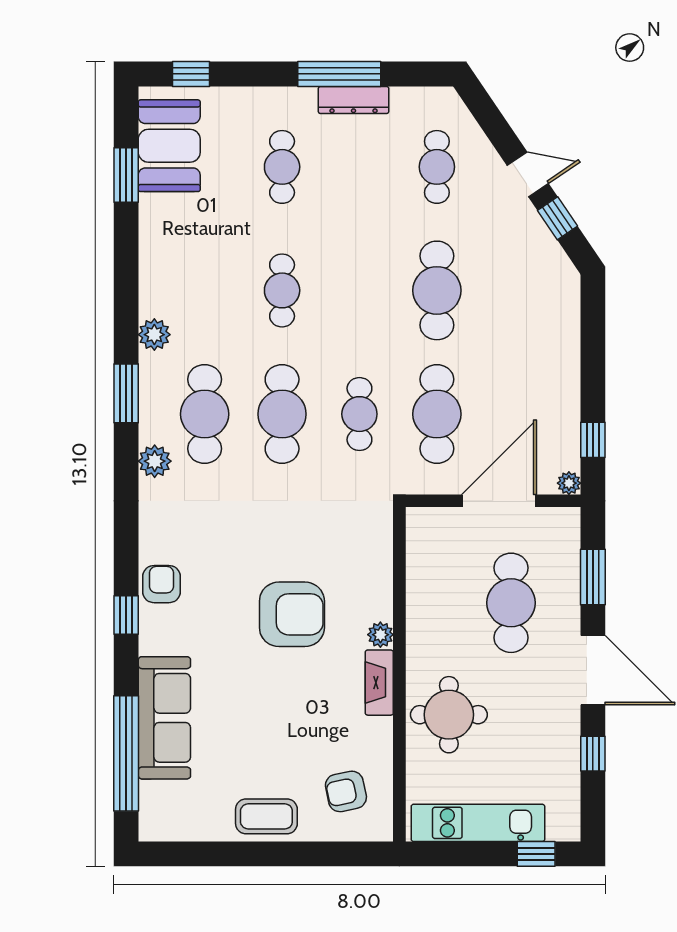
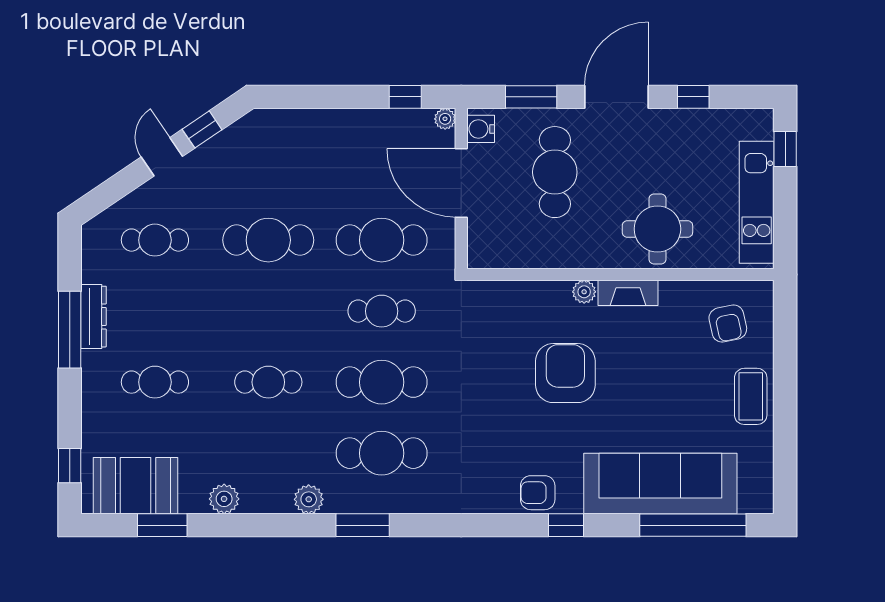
plant: (155, 461) -> (224, 499), moved
water cooler: (558, 522) -> (481, 129), added
cafe table: (511, 603) -> (555, 172), turned 90
sofa: (164, 718) -> (660, 484), width x1.36, depth x1.27

